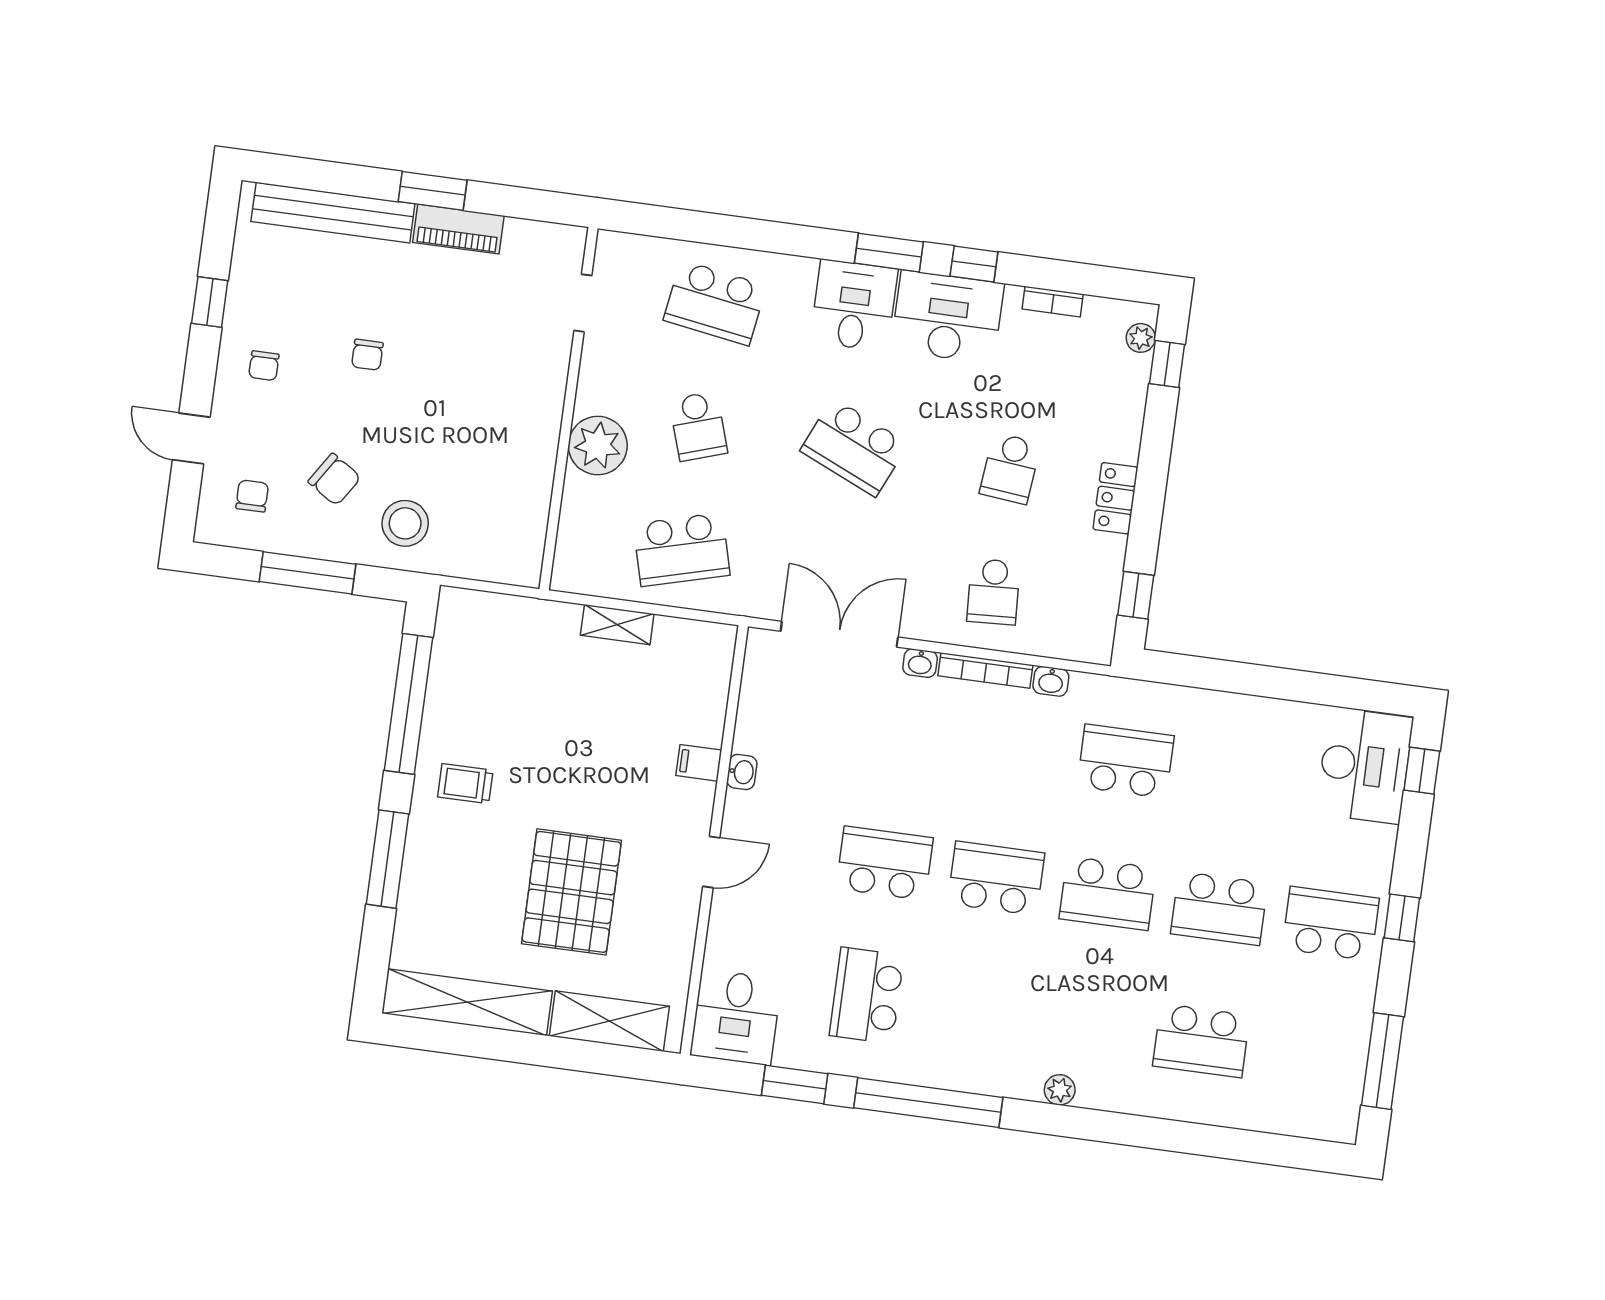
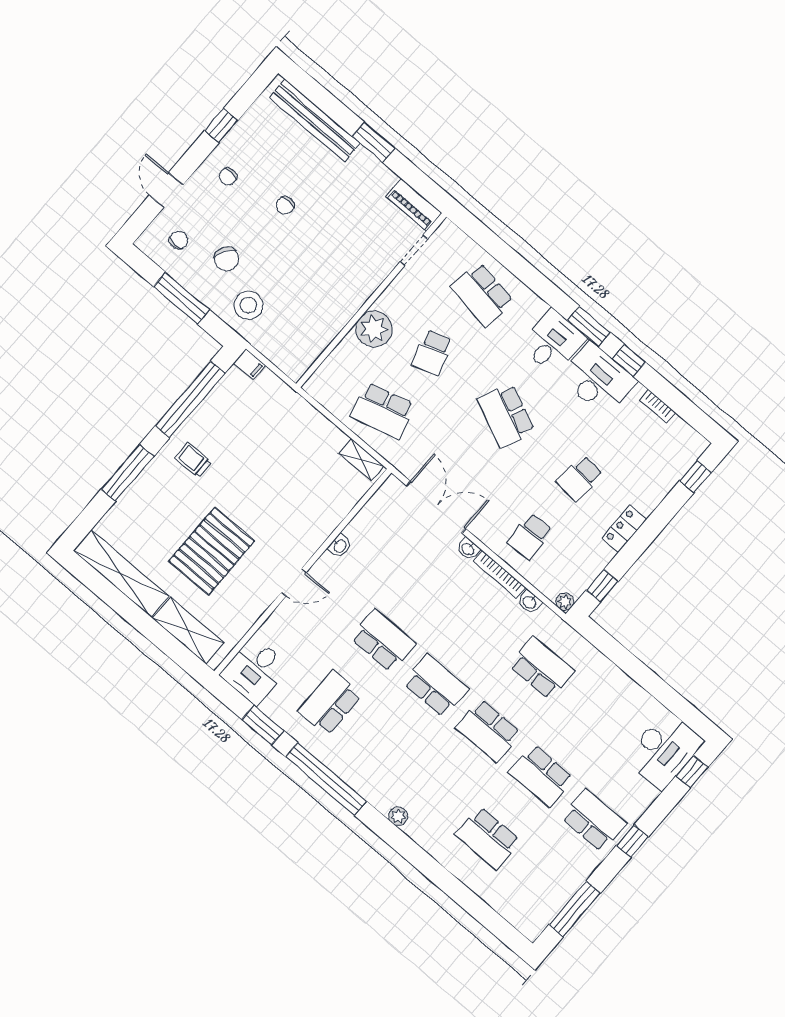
piano: (458, 229) -> (414, 205), moved
plant: (1141, 338) -> (565, 602), moved
shelving: (617, 625) -> (361, 460), moved
filing cabinet: (699, 763) -> (249, 364), moved, turned 180

